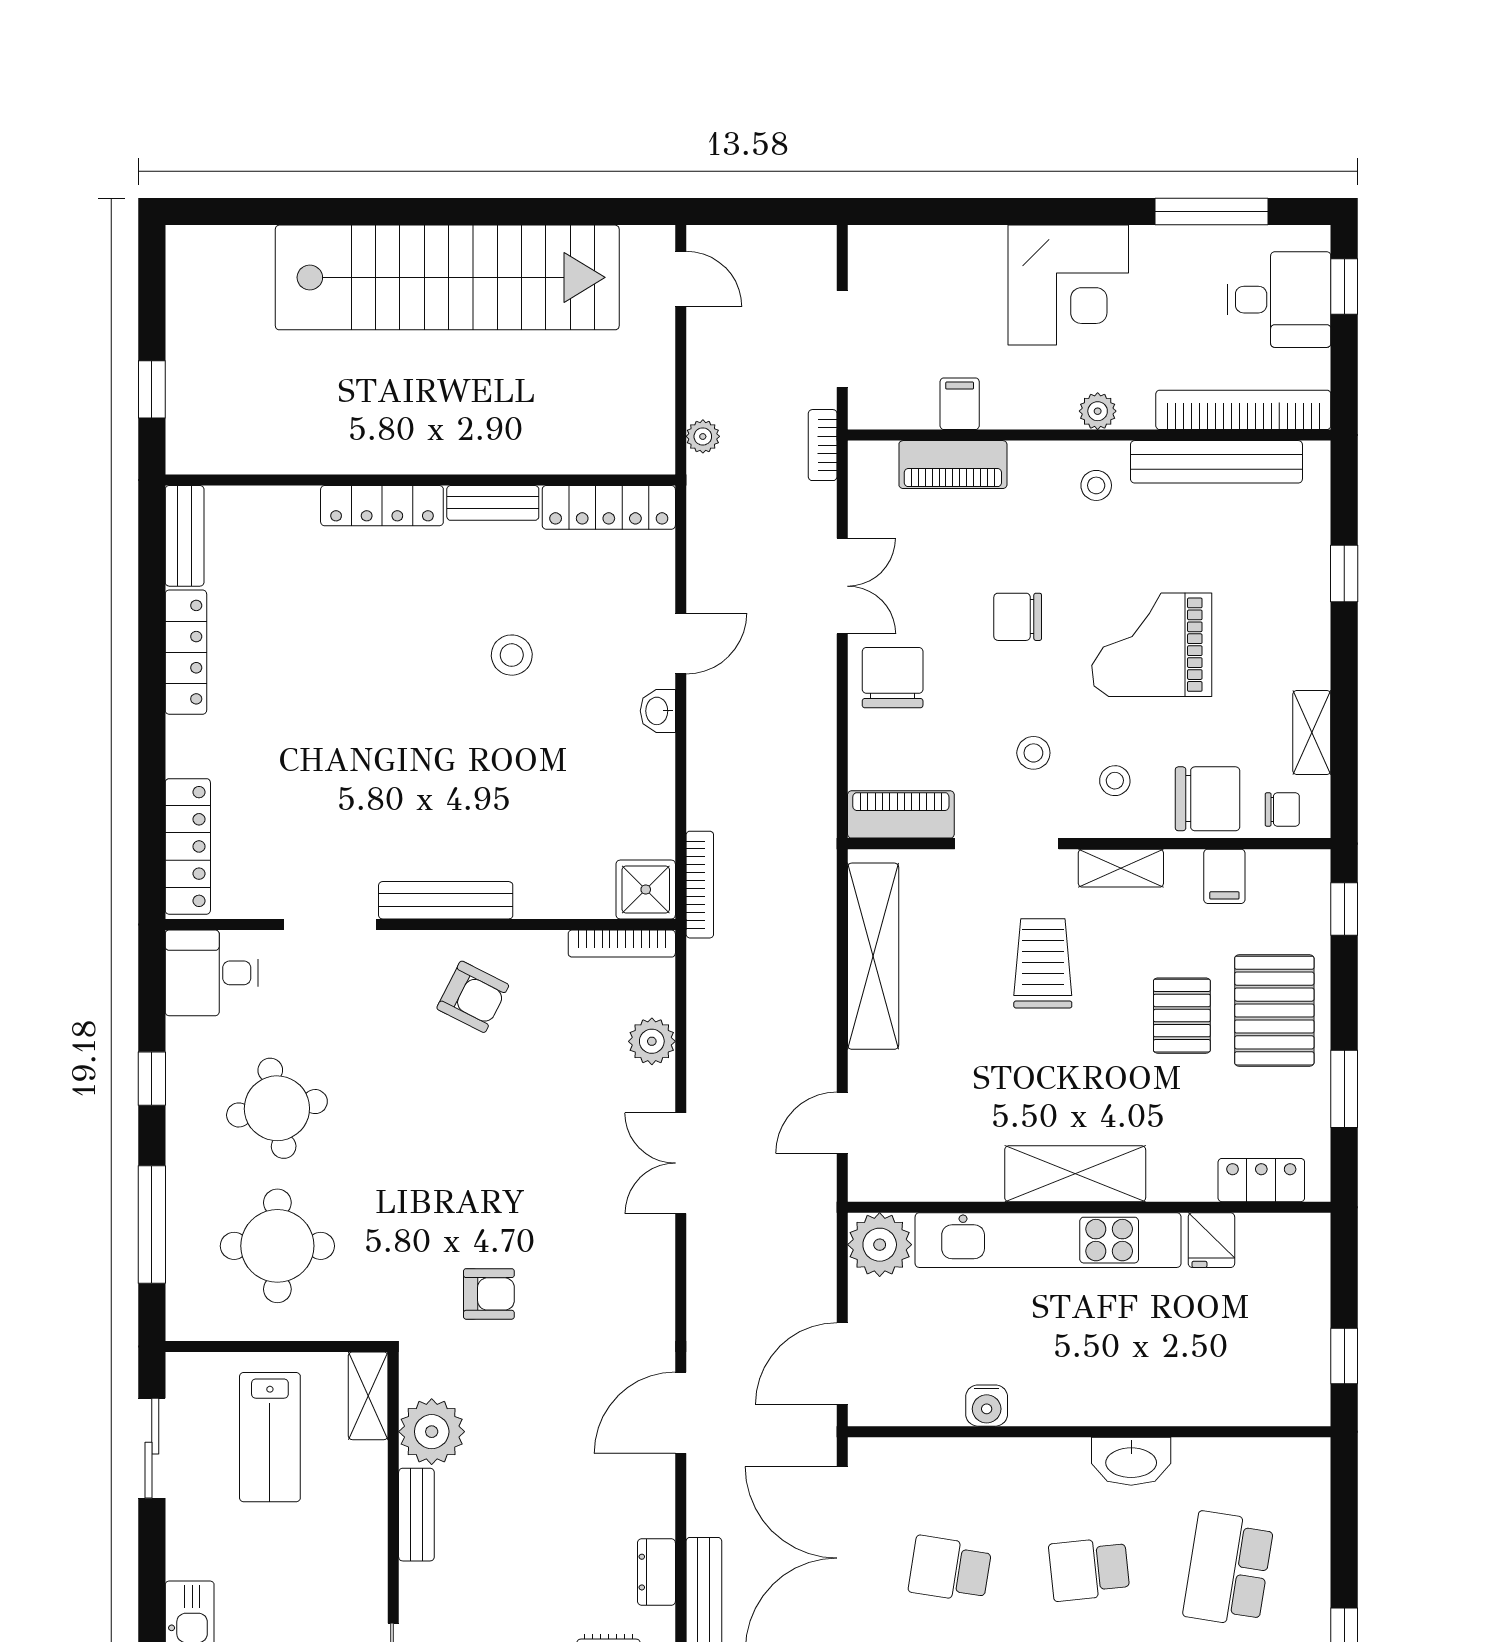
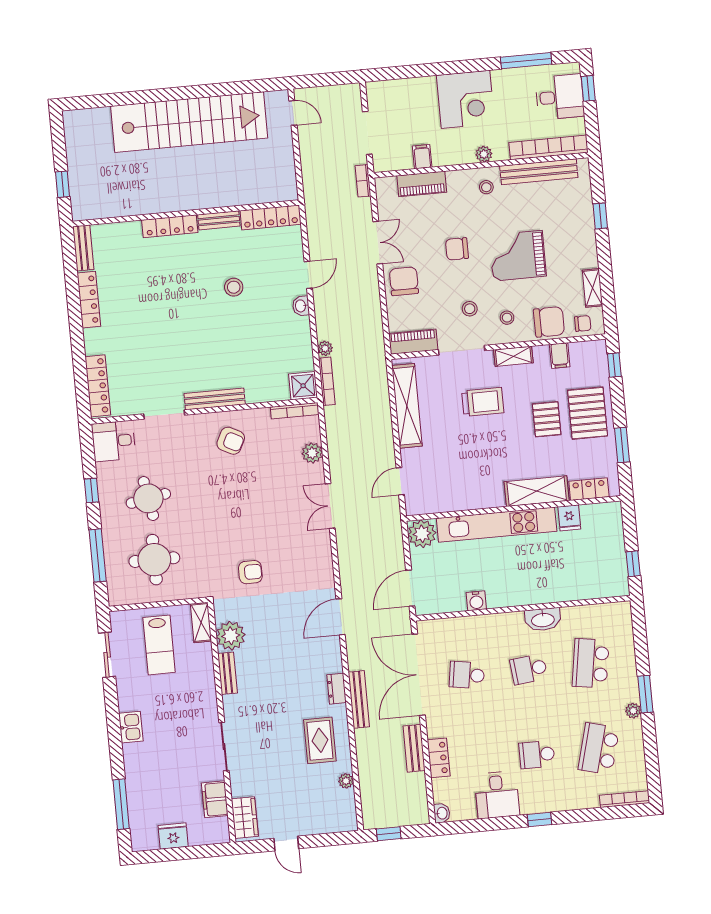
plant: (703, 436) -> (325, 348), moved
trolley: (1043, 963) -> (483, 402), turned 90
shelving: (1075, 1174) -> (537, 491), moved

